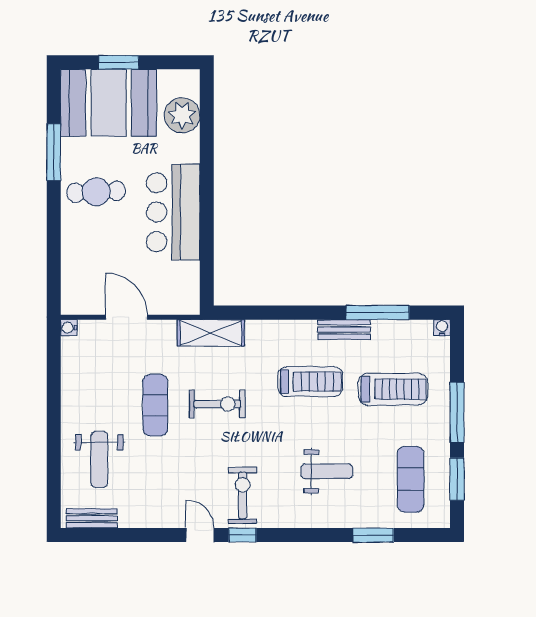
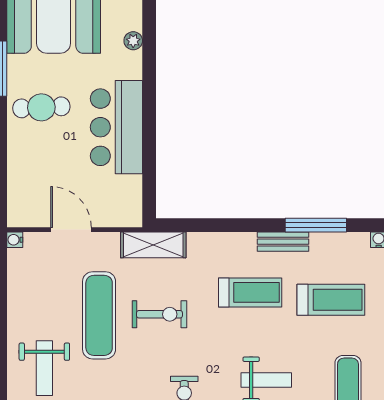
plant: (182, 115) -> (133, 41), width x0.53, depth x0.53
exercise mat: (155, 405) -> (99, 315), width x1.36, depth x1.45

